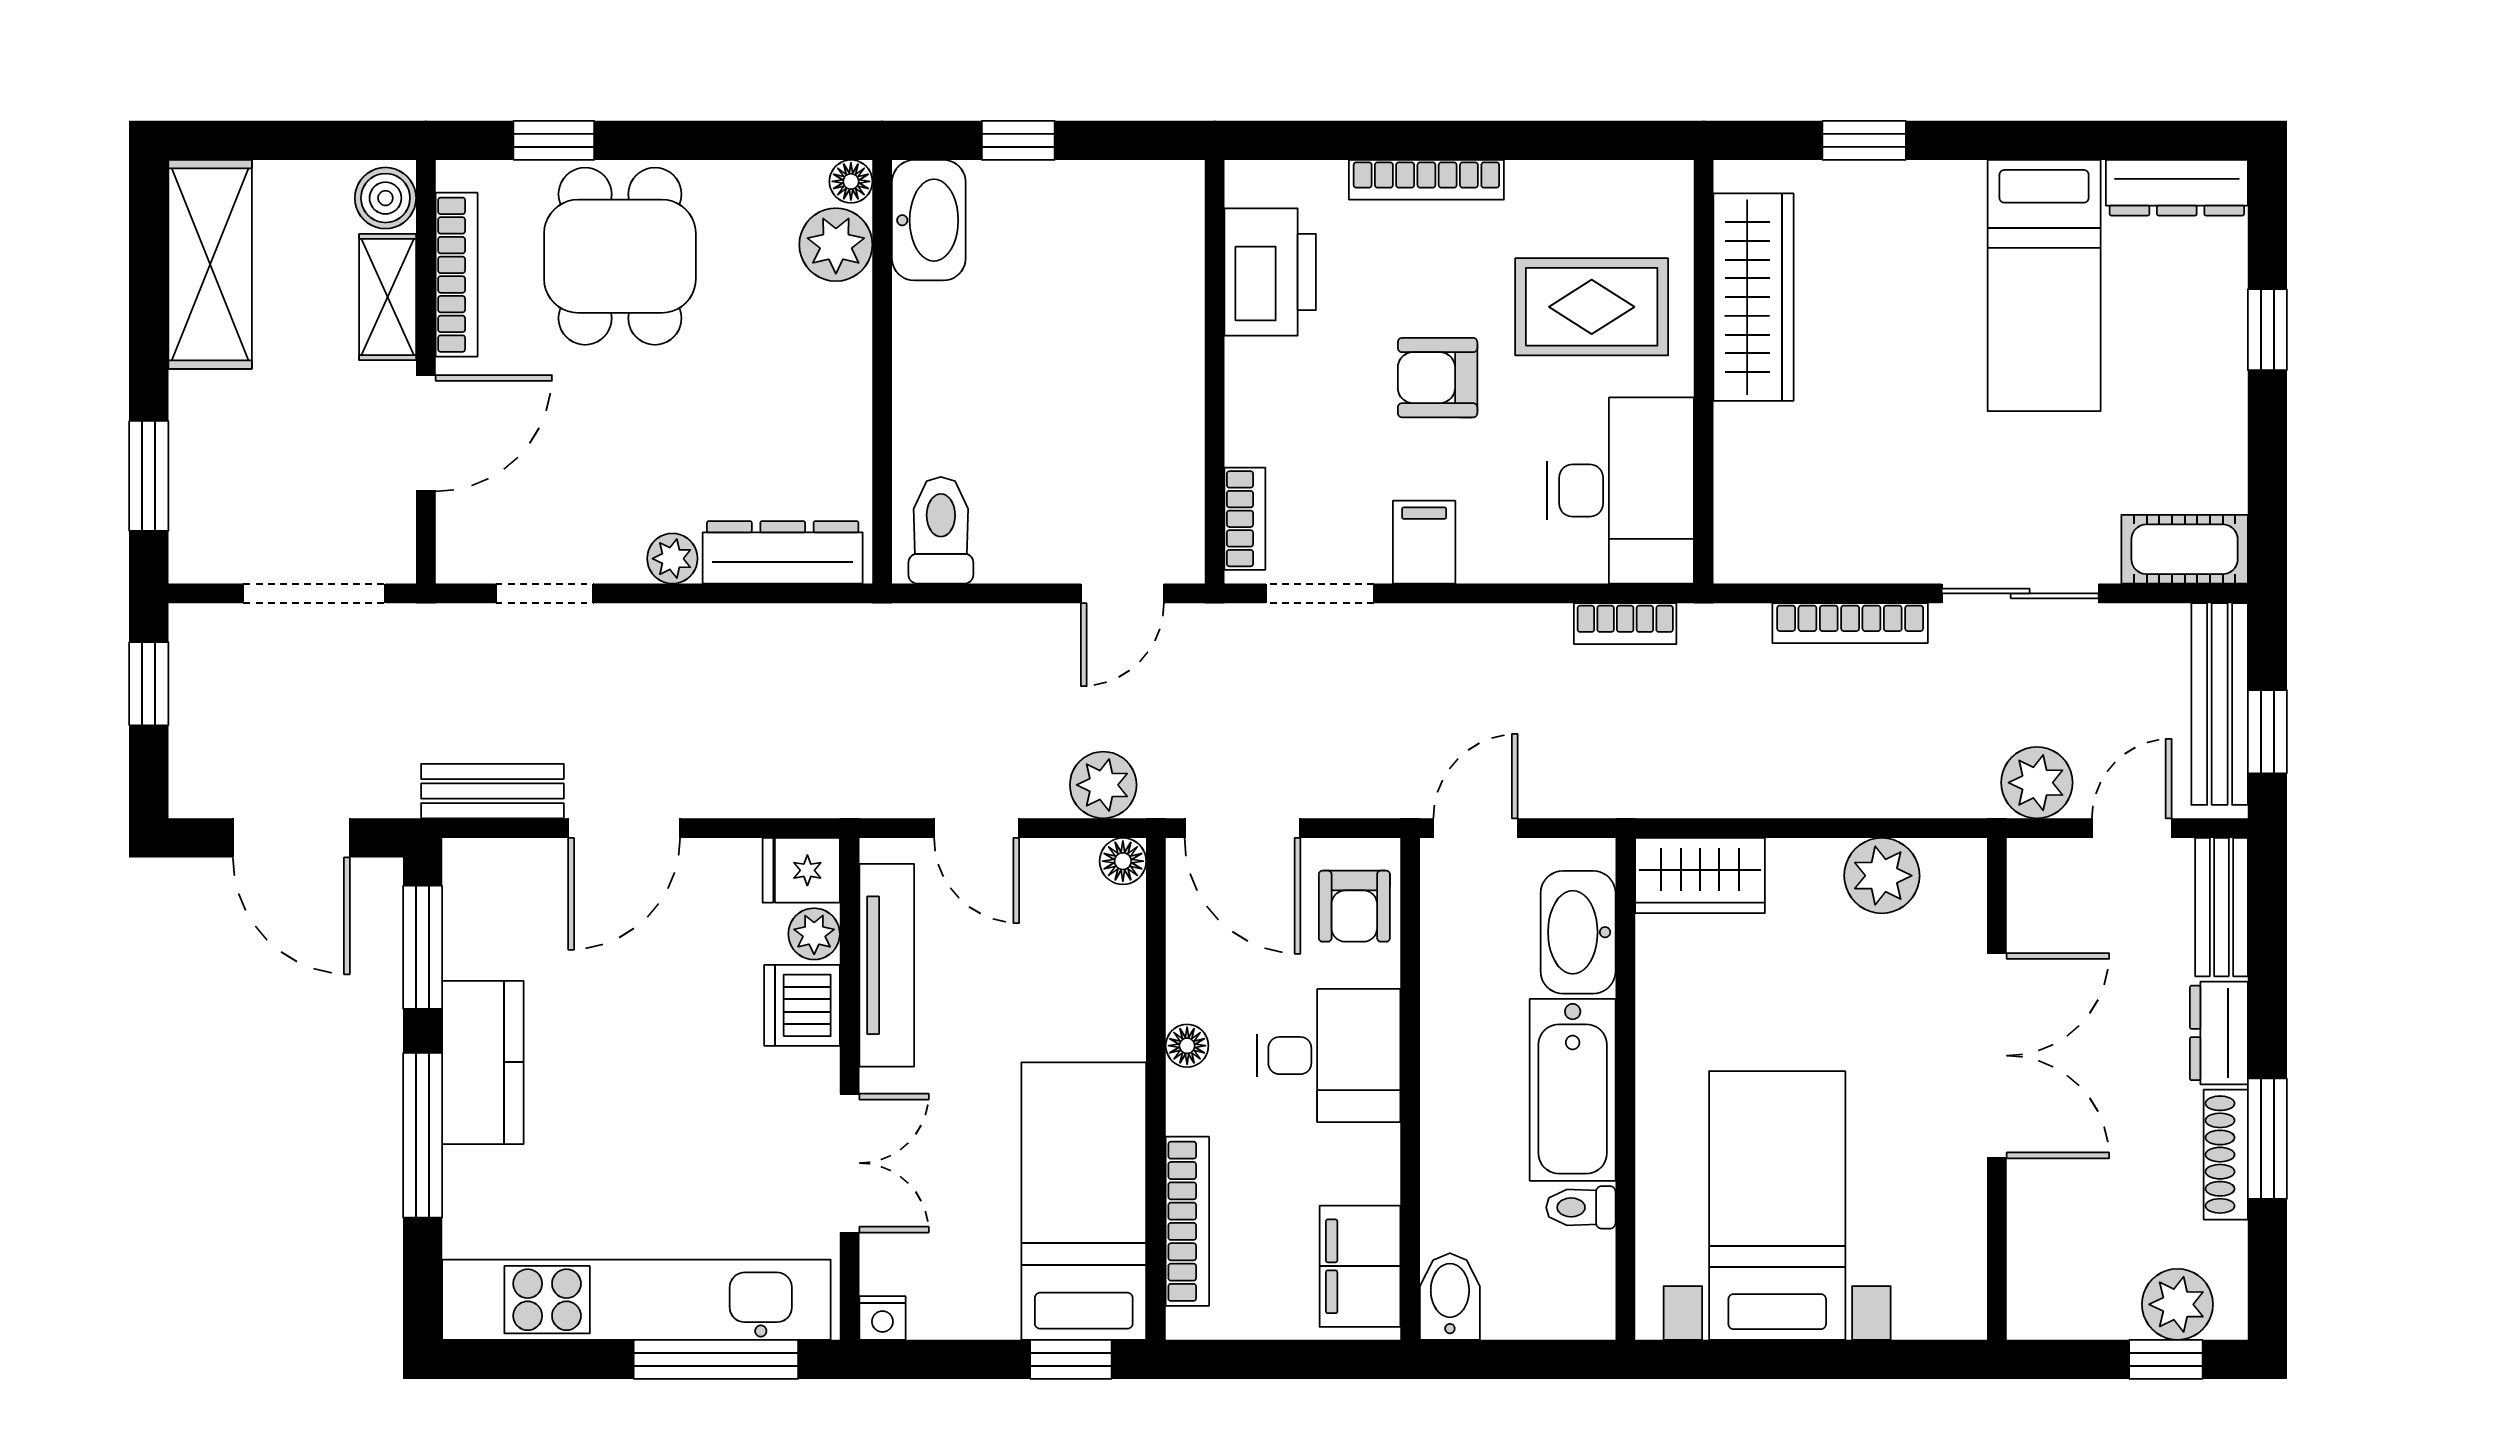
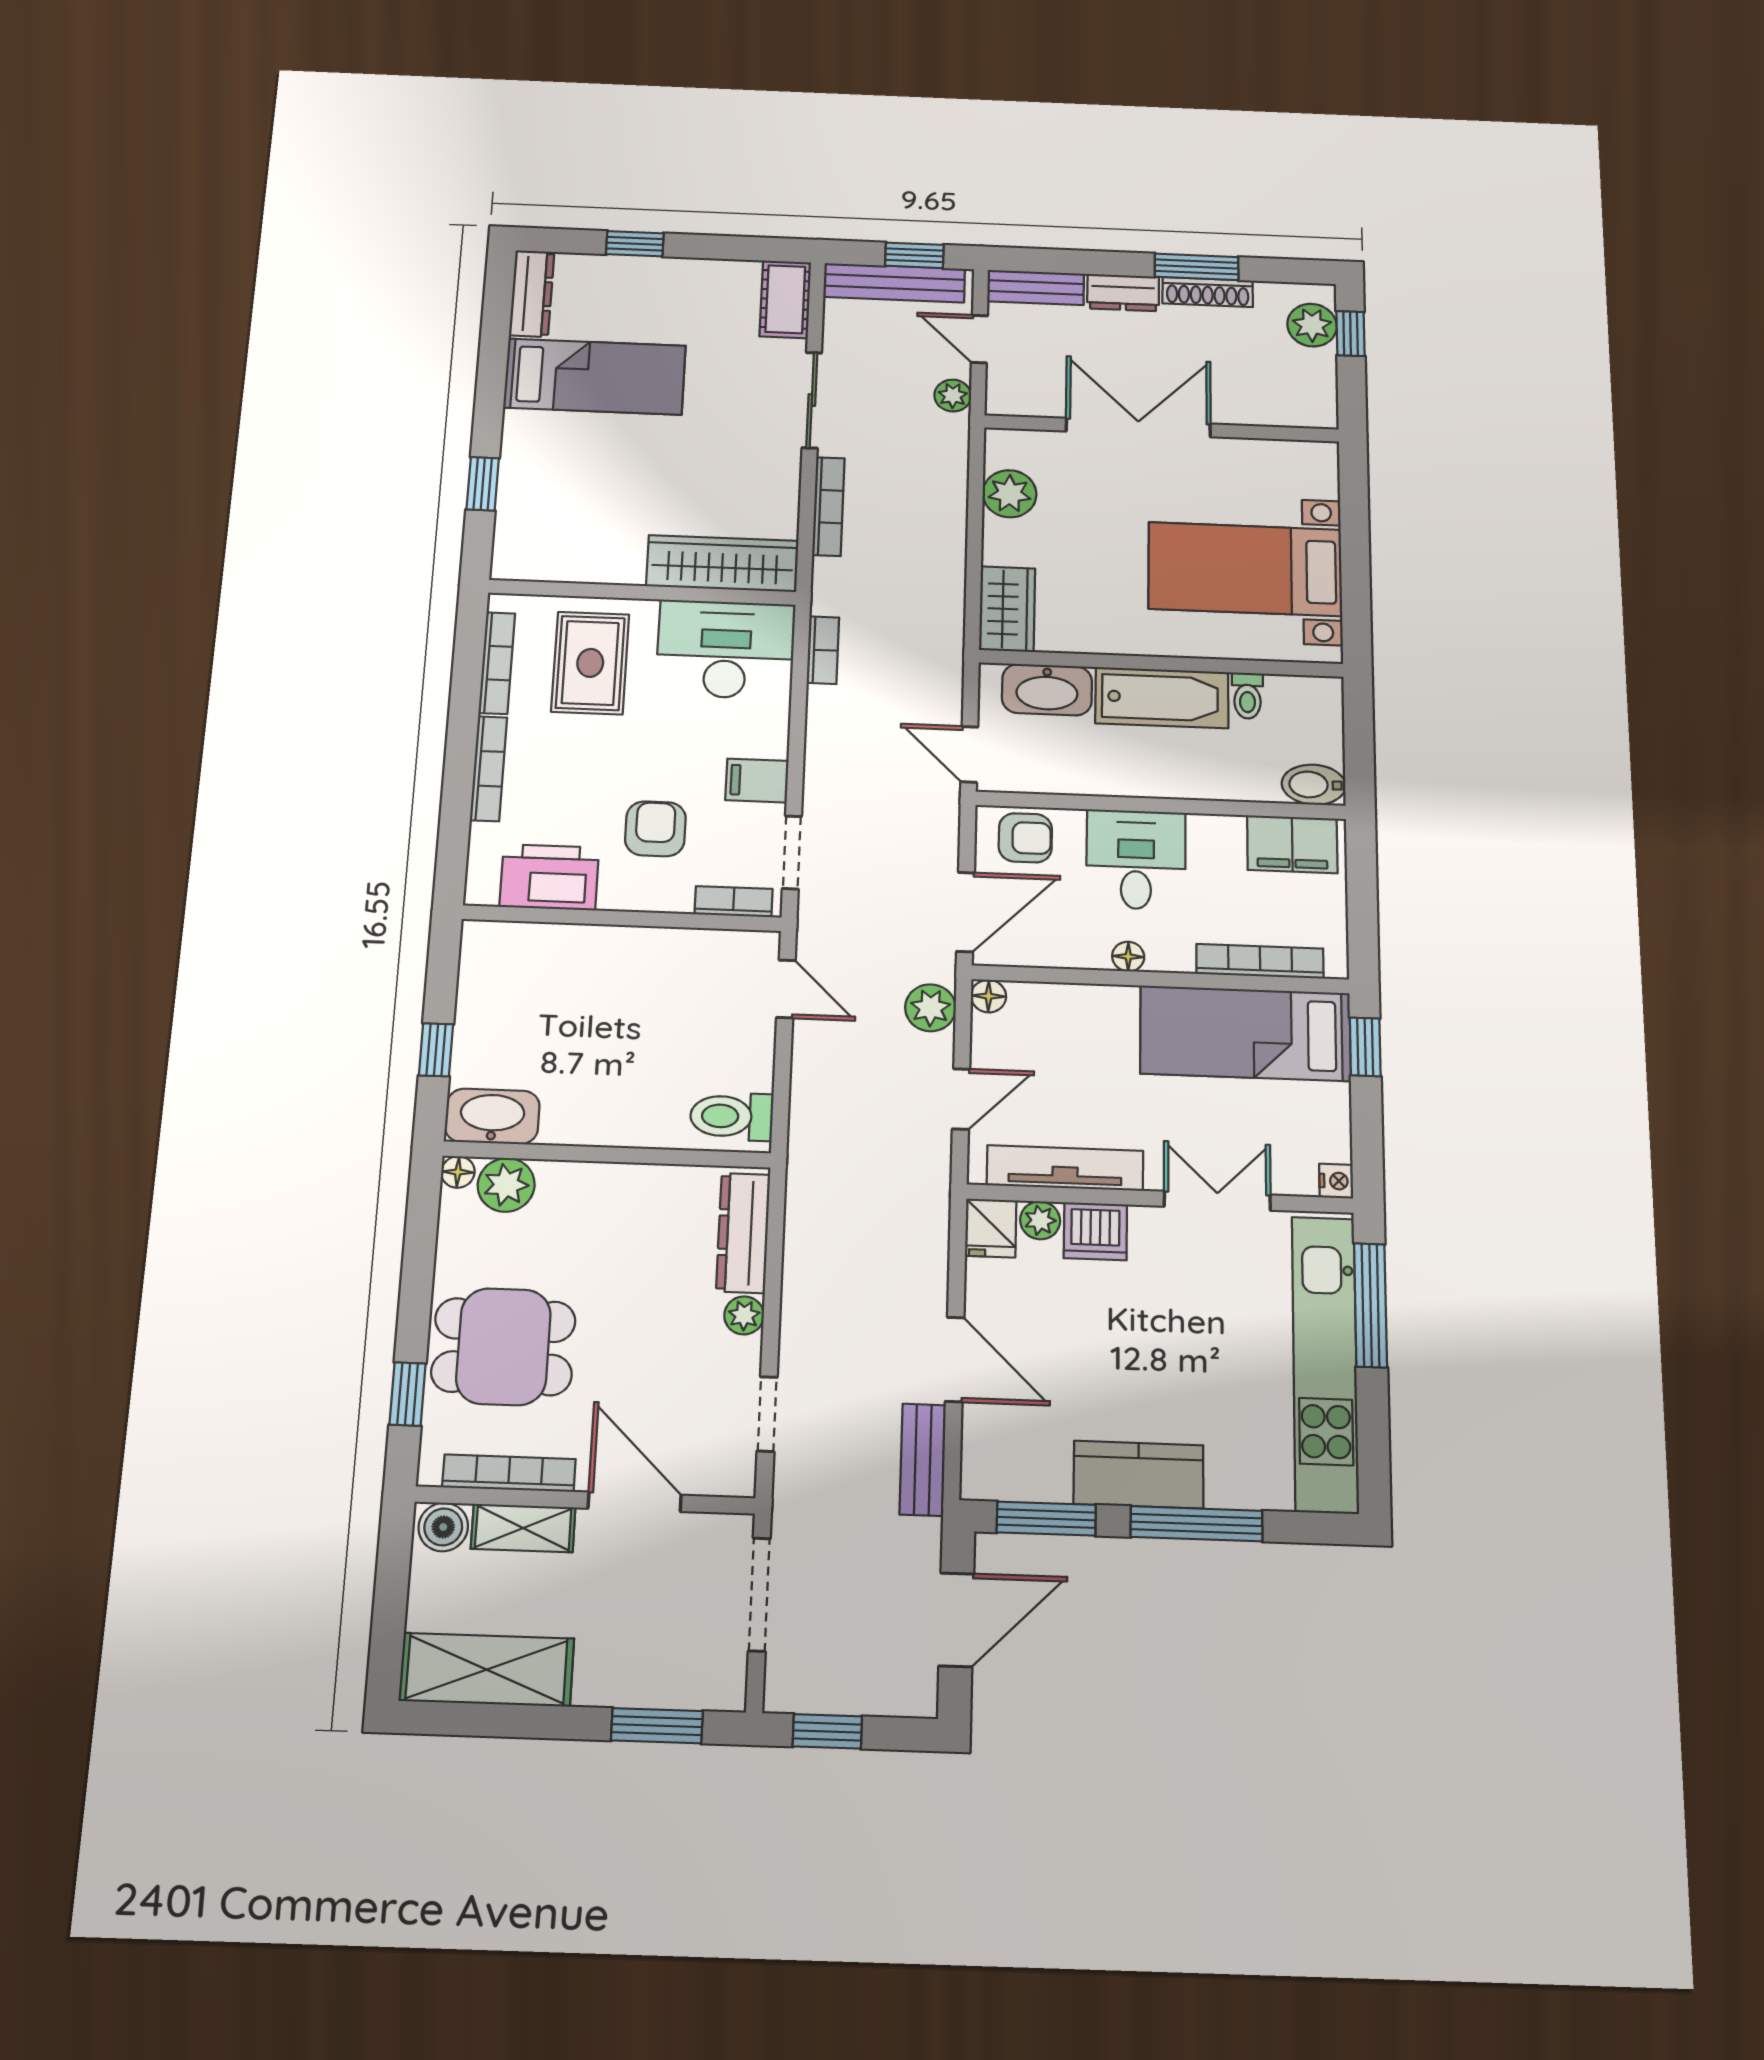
bookcase: (1586, 180) -> (497, 663), added
wardrobe: (1753, 297) -> (722, 564), moved
armchair: (1438, 378) -> (655, 829), moved, turned 180
plant: (2037, 783) -> (953, 396), width x0.73, depth x0.73

